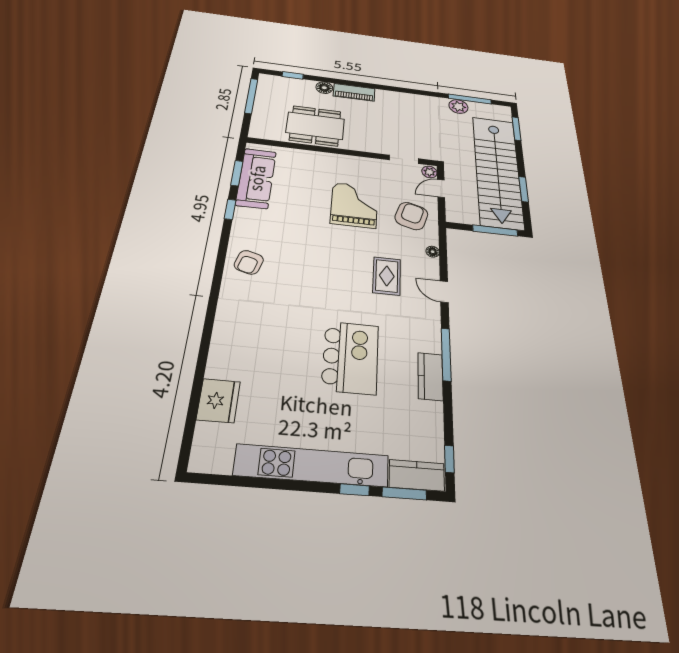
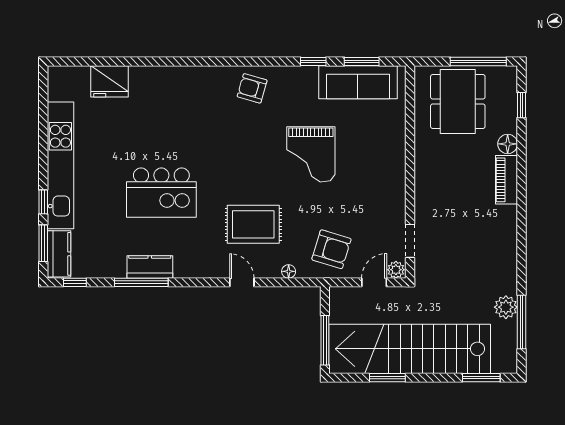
dining table: (315, 126) -> (458, 101), moved
door: (441, 188) -> (374, 282), hinge flipped
grand piano: (354, 205) -> (311, 154), moved, turned 90
rug: (387, 276) -> (253, 224), width x1.36, depth x1.43
door: (444, 292) -> (242, 282), hinge flipped
window: (446, 354) -> (141, 282), moved

